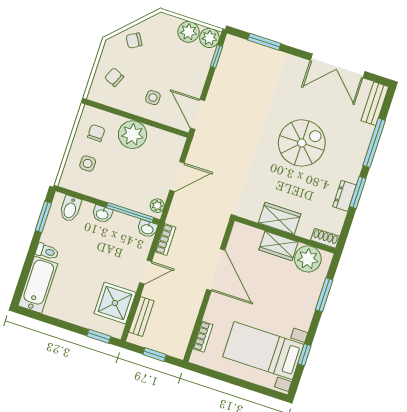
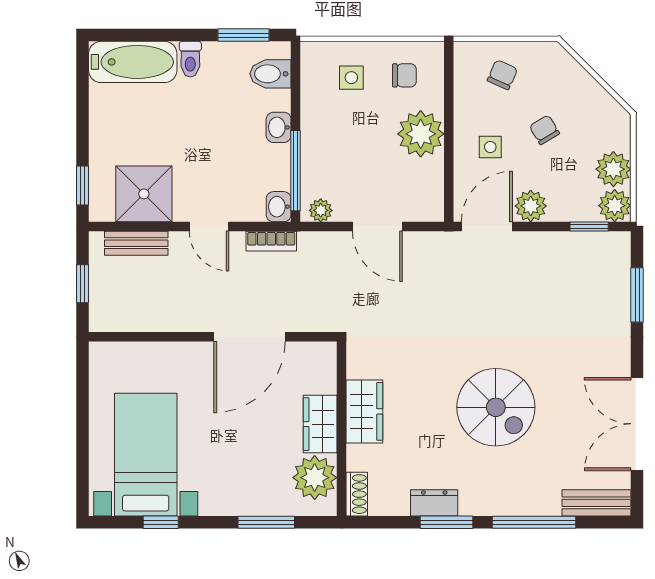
chair: (134, 41) -> (544, 130), moved
plant: (194, 86) -> (531, 206), added
bookcase: (203, 337) -> (136, 351), removed

